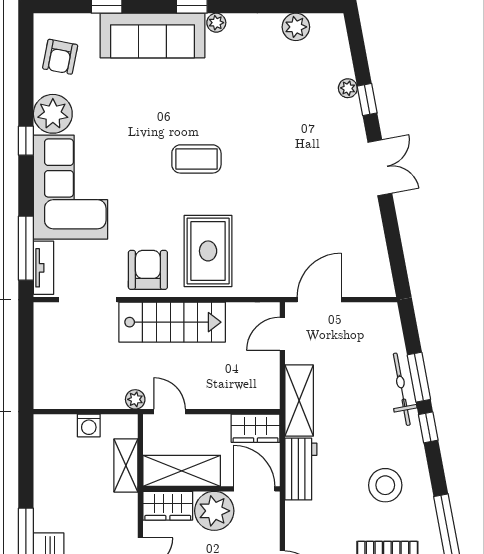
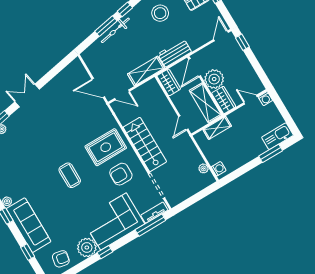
armchair: (148, 270) -> (121, 174), moved
plant: (135, 399) -> (203, 168), moved
washing machine: (89, 425) -> (219, 169), moved

